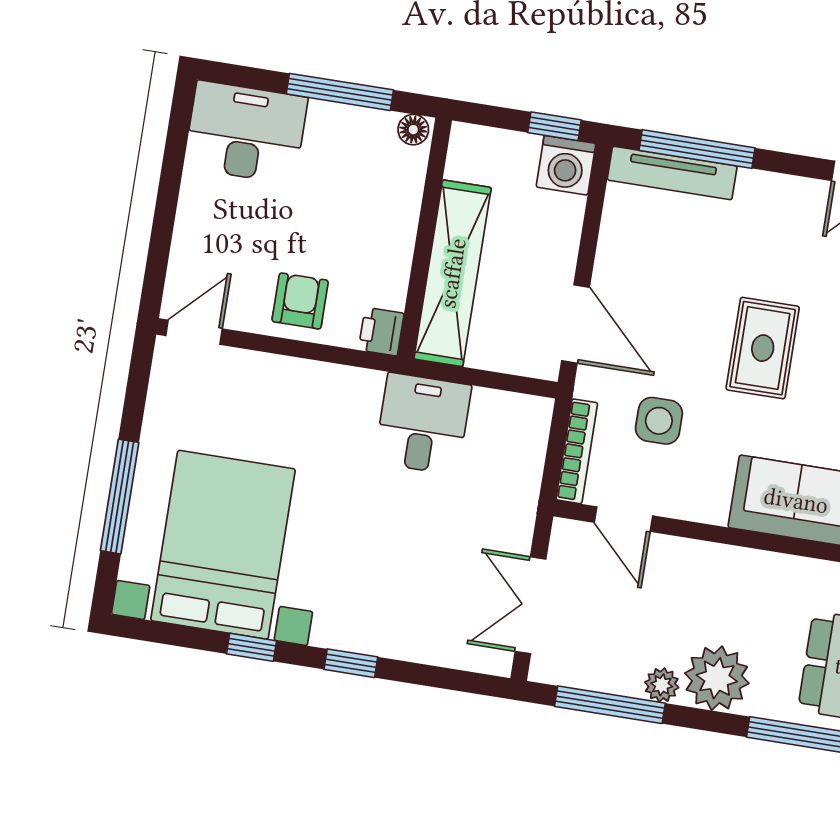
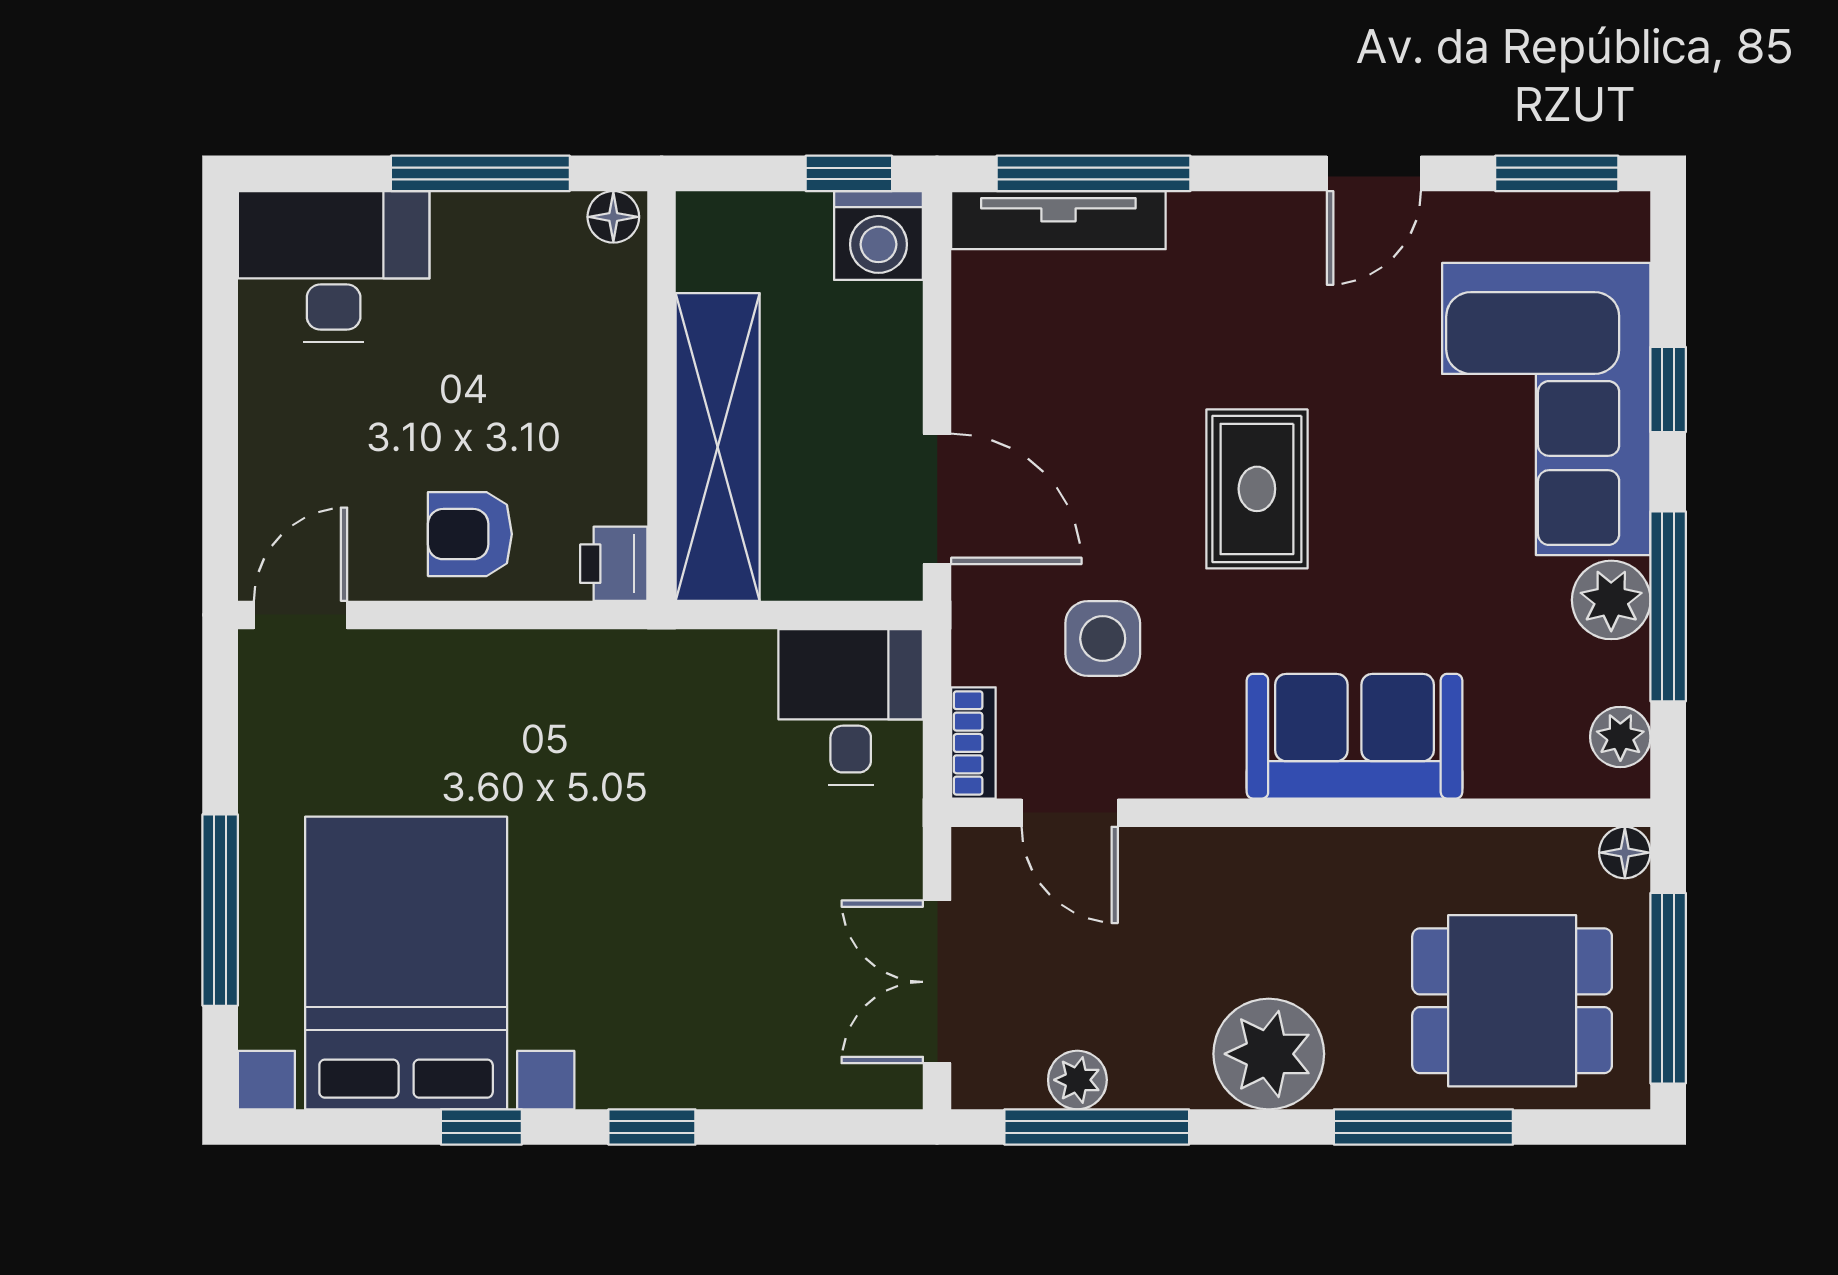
armchair: (300, 301) -> (470, 534), turned -90
desk: (423, 424) -> (851, 707), moved
bookcase: (577, 451) -> (973, 743), width x0.64
plant: (662, 685) -> (1077, 1080), moved

